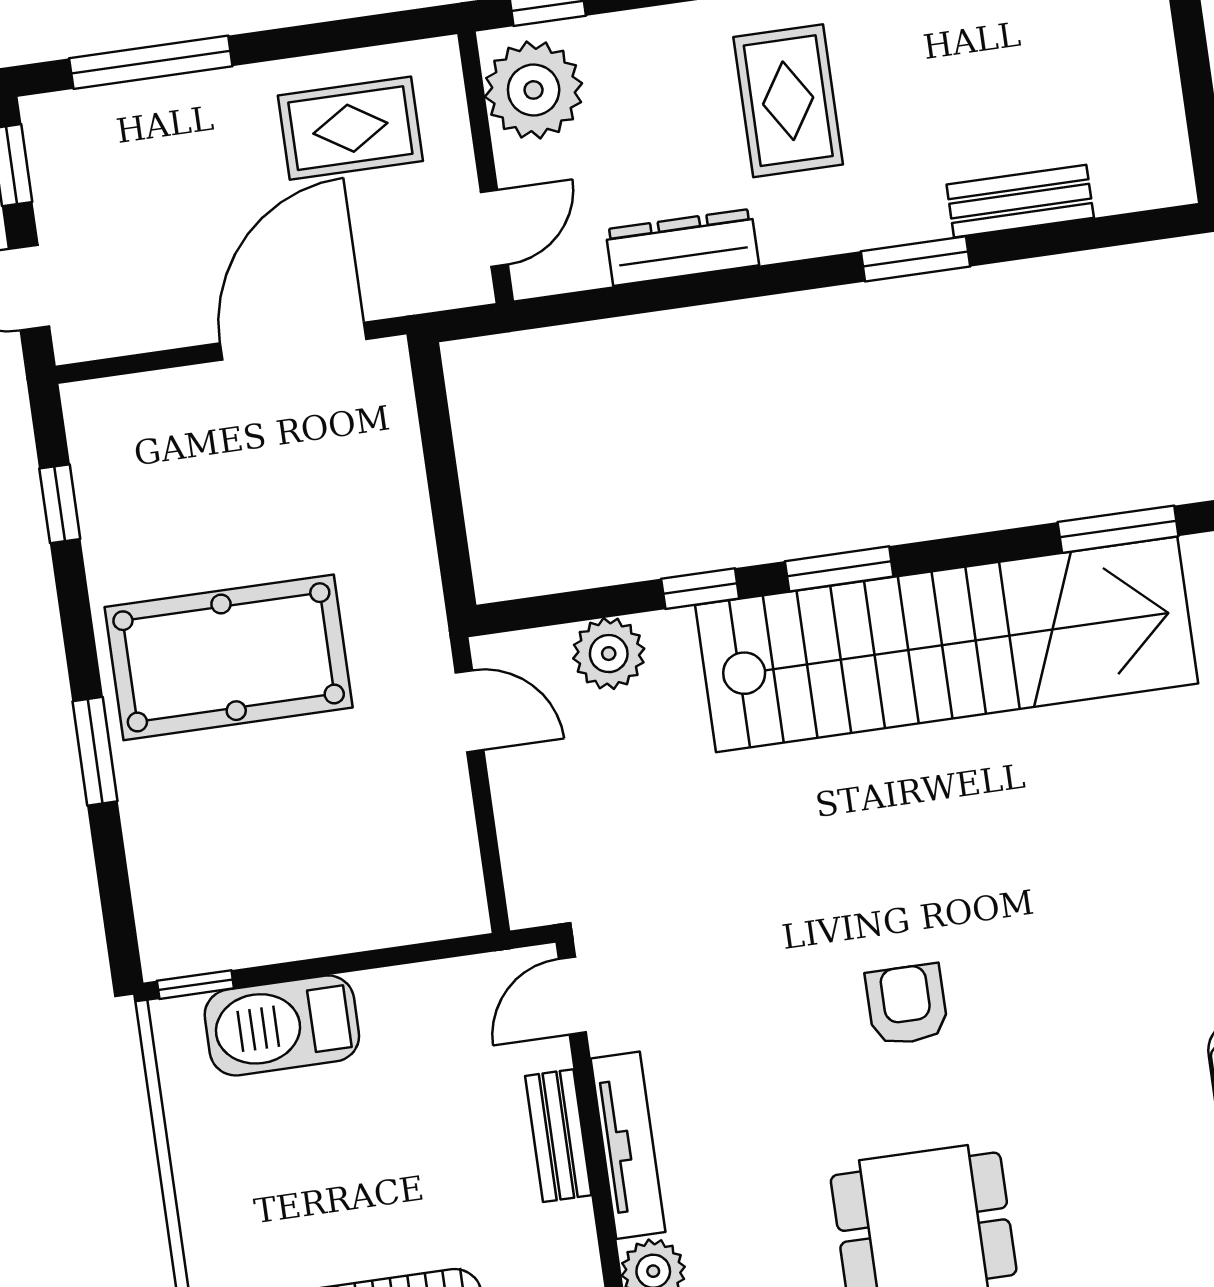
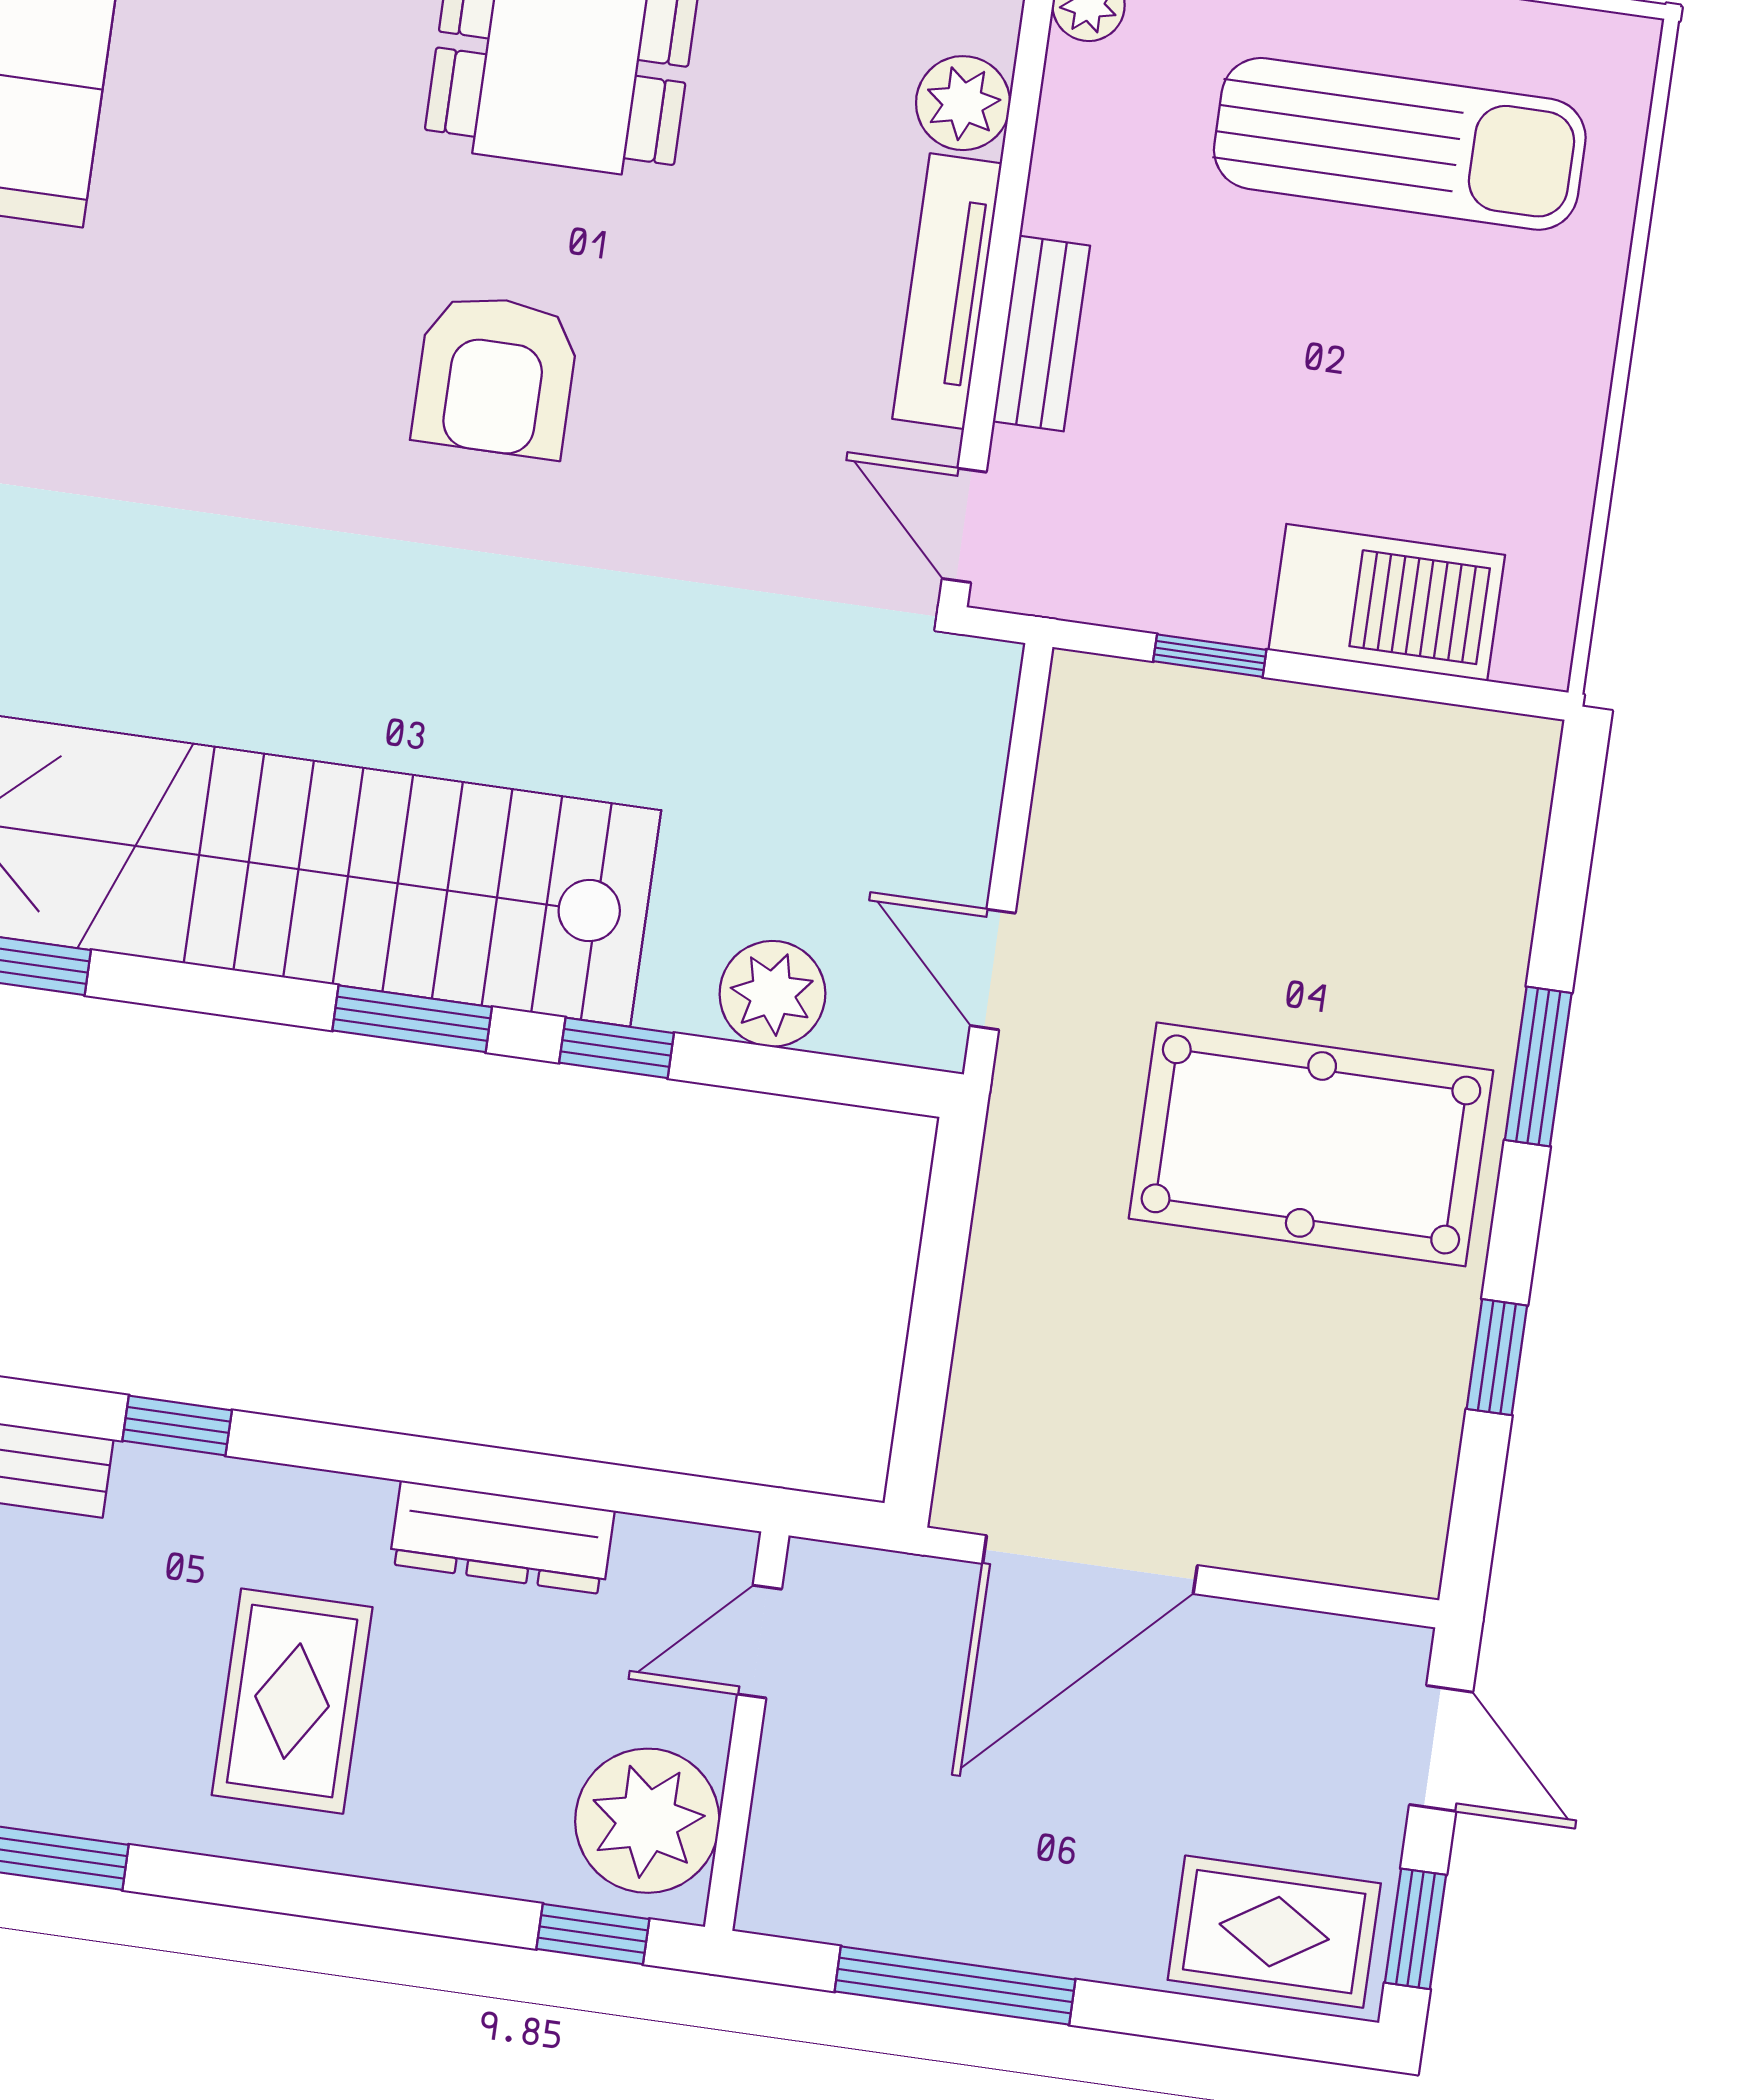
window: (151, 62) -> (955, 1986), moved
rug: (350, 128) -> (1274, 1932), moved
window: (915, 259) -> (177, 1425), width x0.67
window: (60, 504) -> (1497, 1357), moved
window: (195, 985) -> (1210, 656), moved
door: (572, 996) -> (964, 525), swing flipped
armchair: (907, 1005) -> (496, 376), width x1.38, depth x1.38

